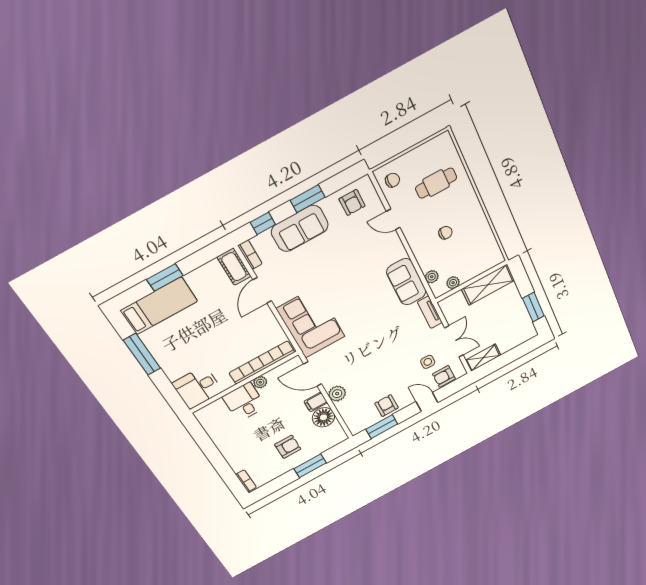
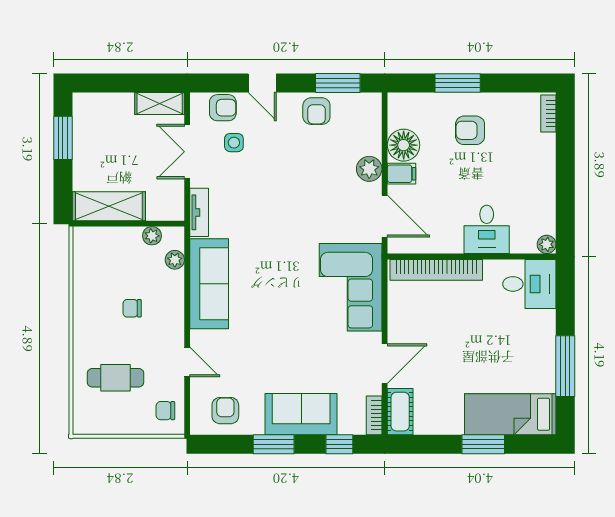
sofa: (406, 282) -> (209, 284), width x1.36
plant: (260, 382) -> (547, 244), moved

